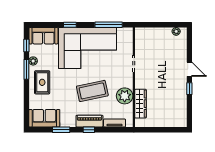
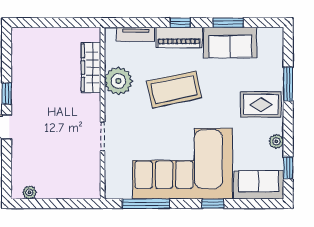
window: (26, 69) -> (288, 84), moved
rug: (42, 82) -> (261, 104), turned 90
sofa: (44, 118) -> (230, 42), moved

